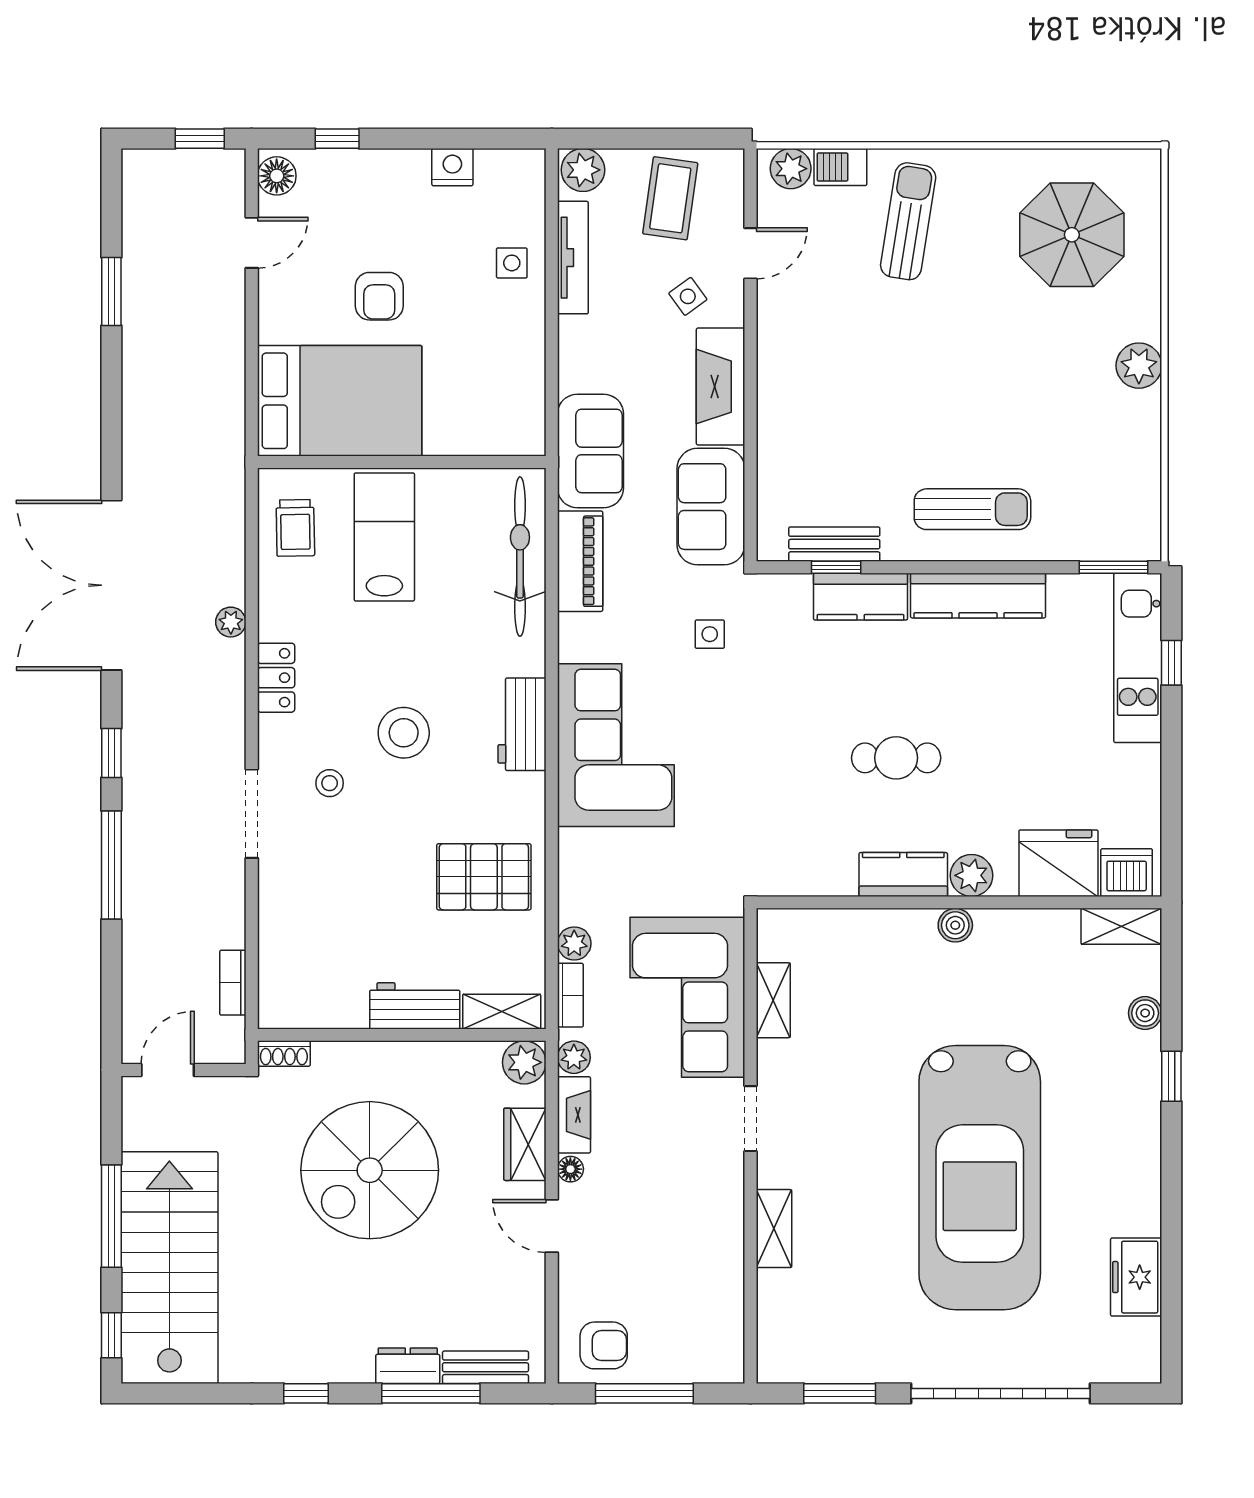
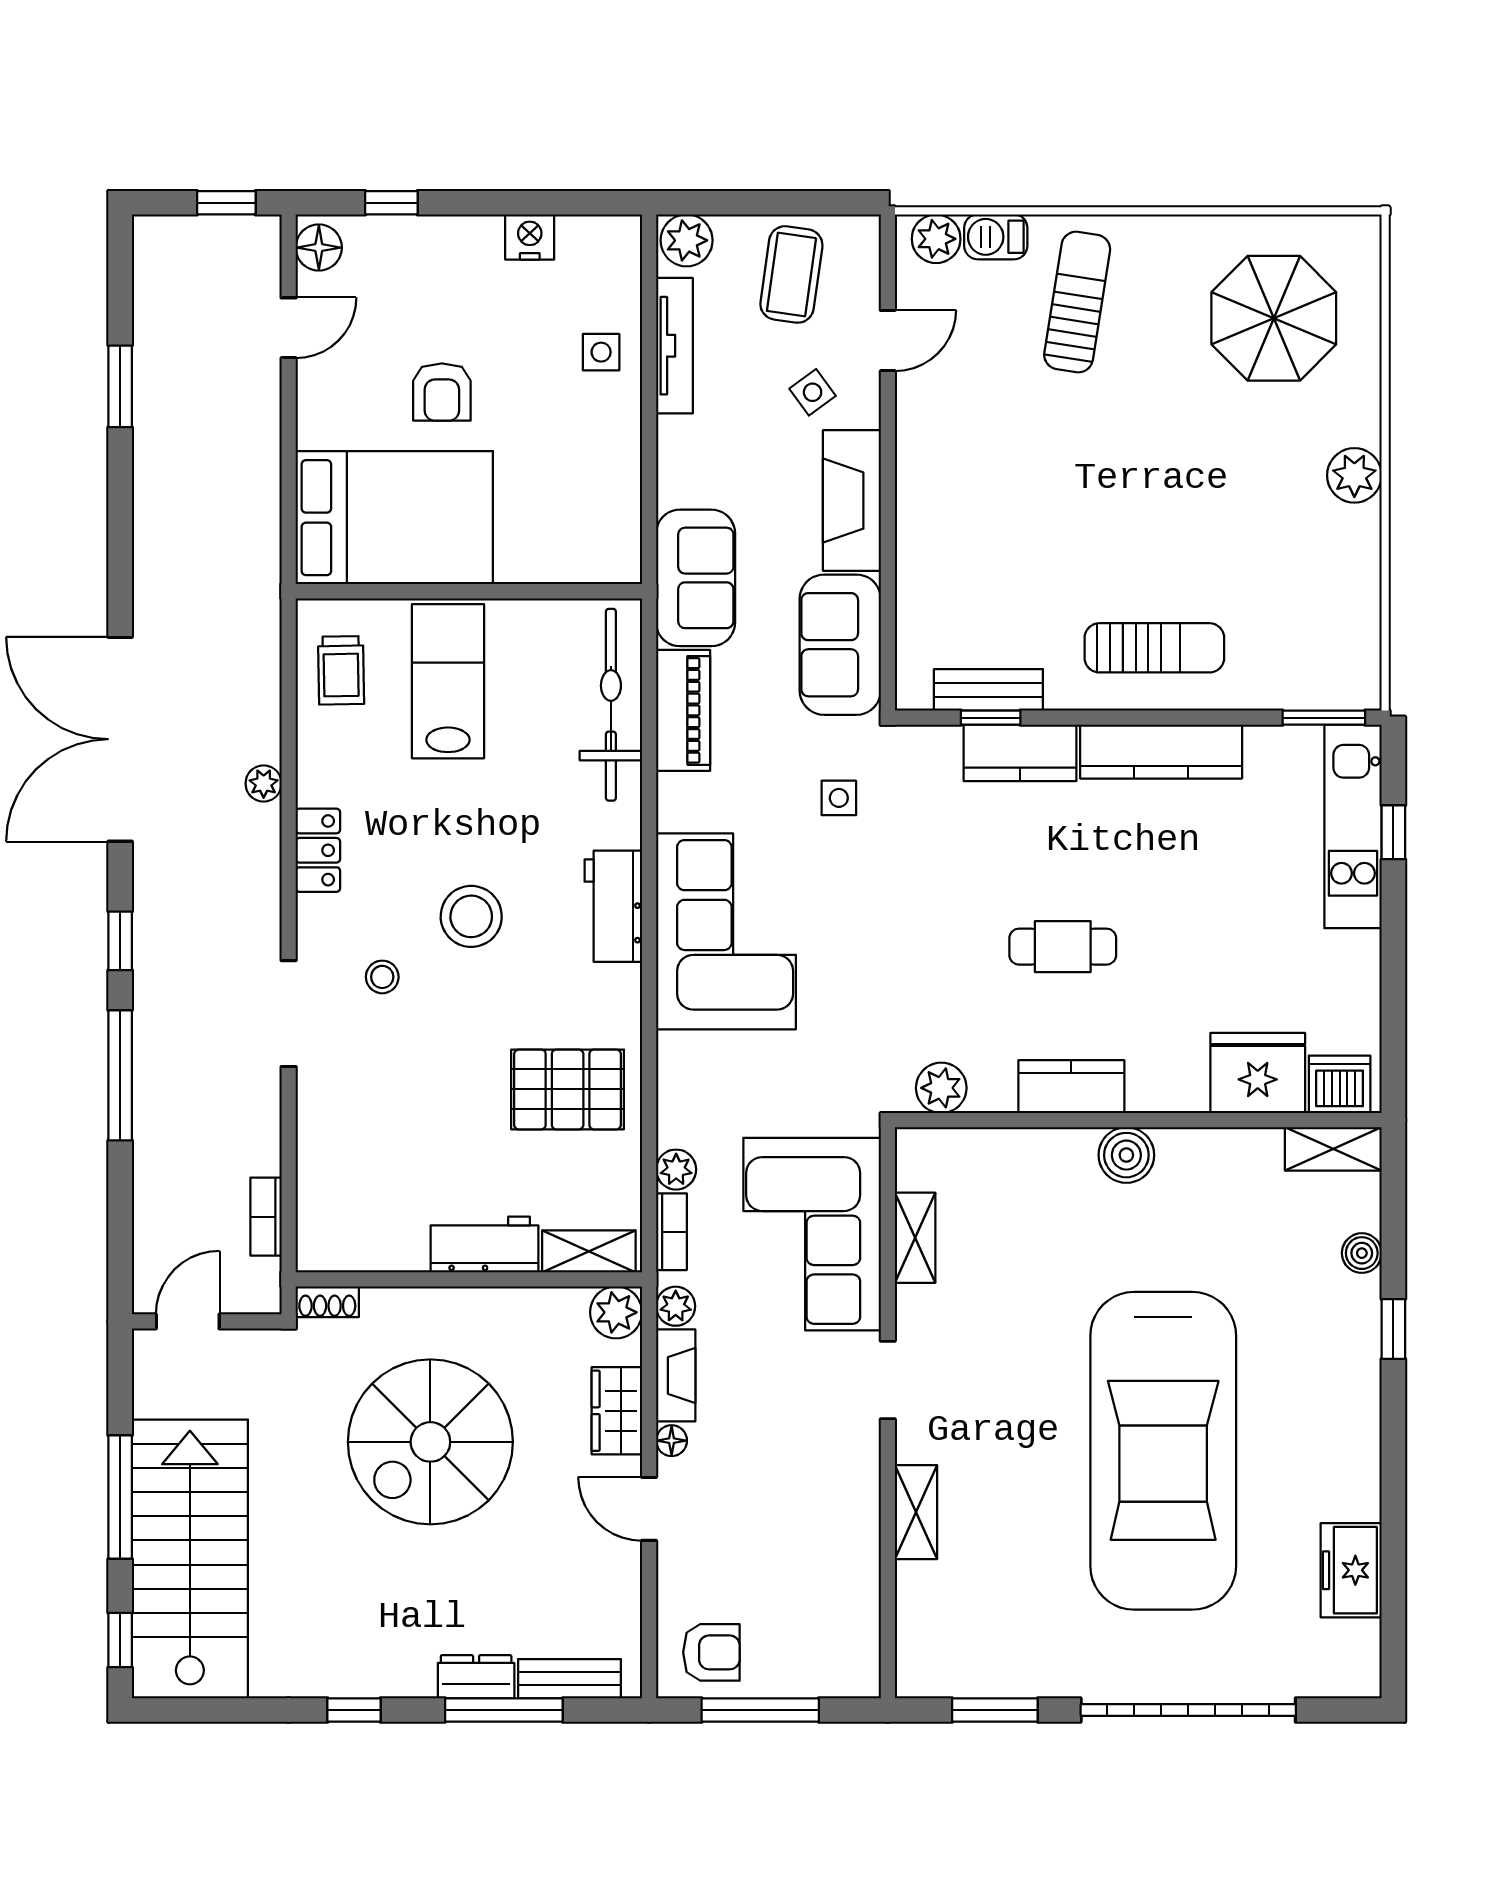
plant: (972, 875) -> (941, 1088), moved
boiler: (955, 925) -> (1126, 1155), width x1.36, depth x1.36

